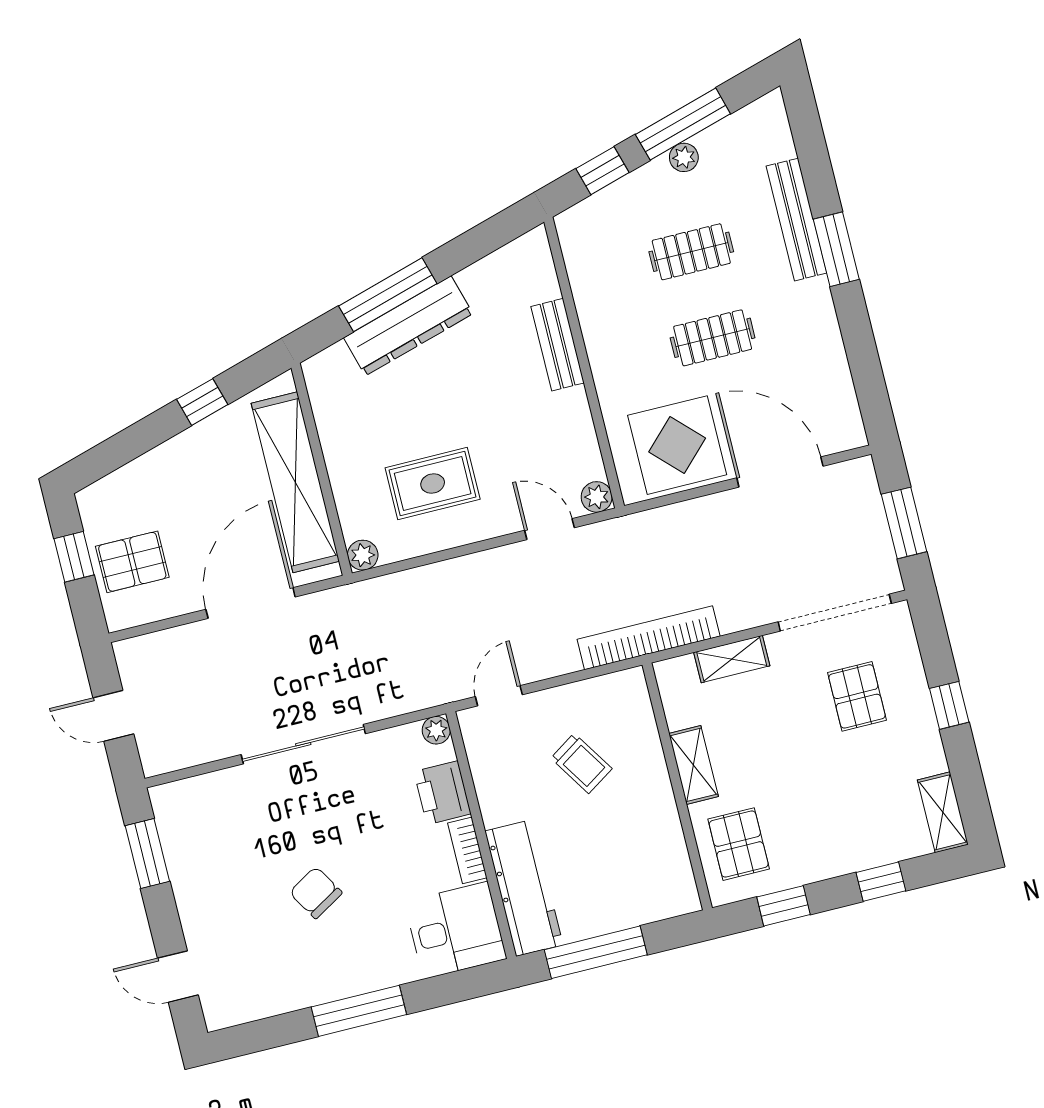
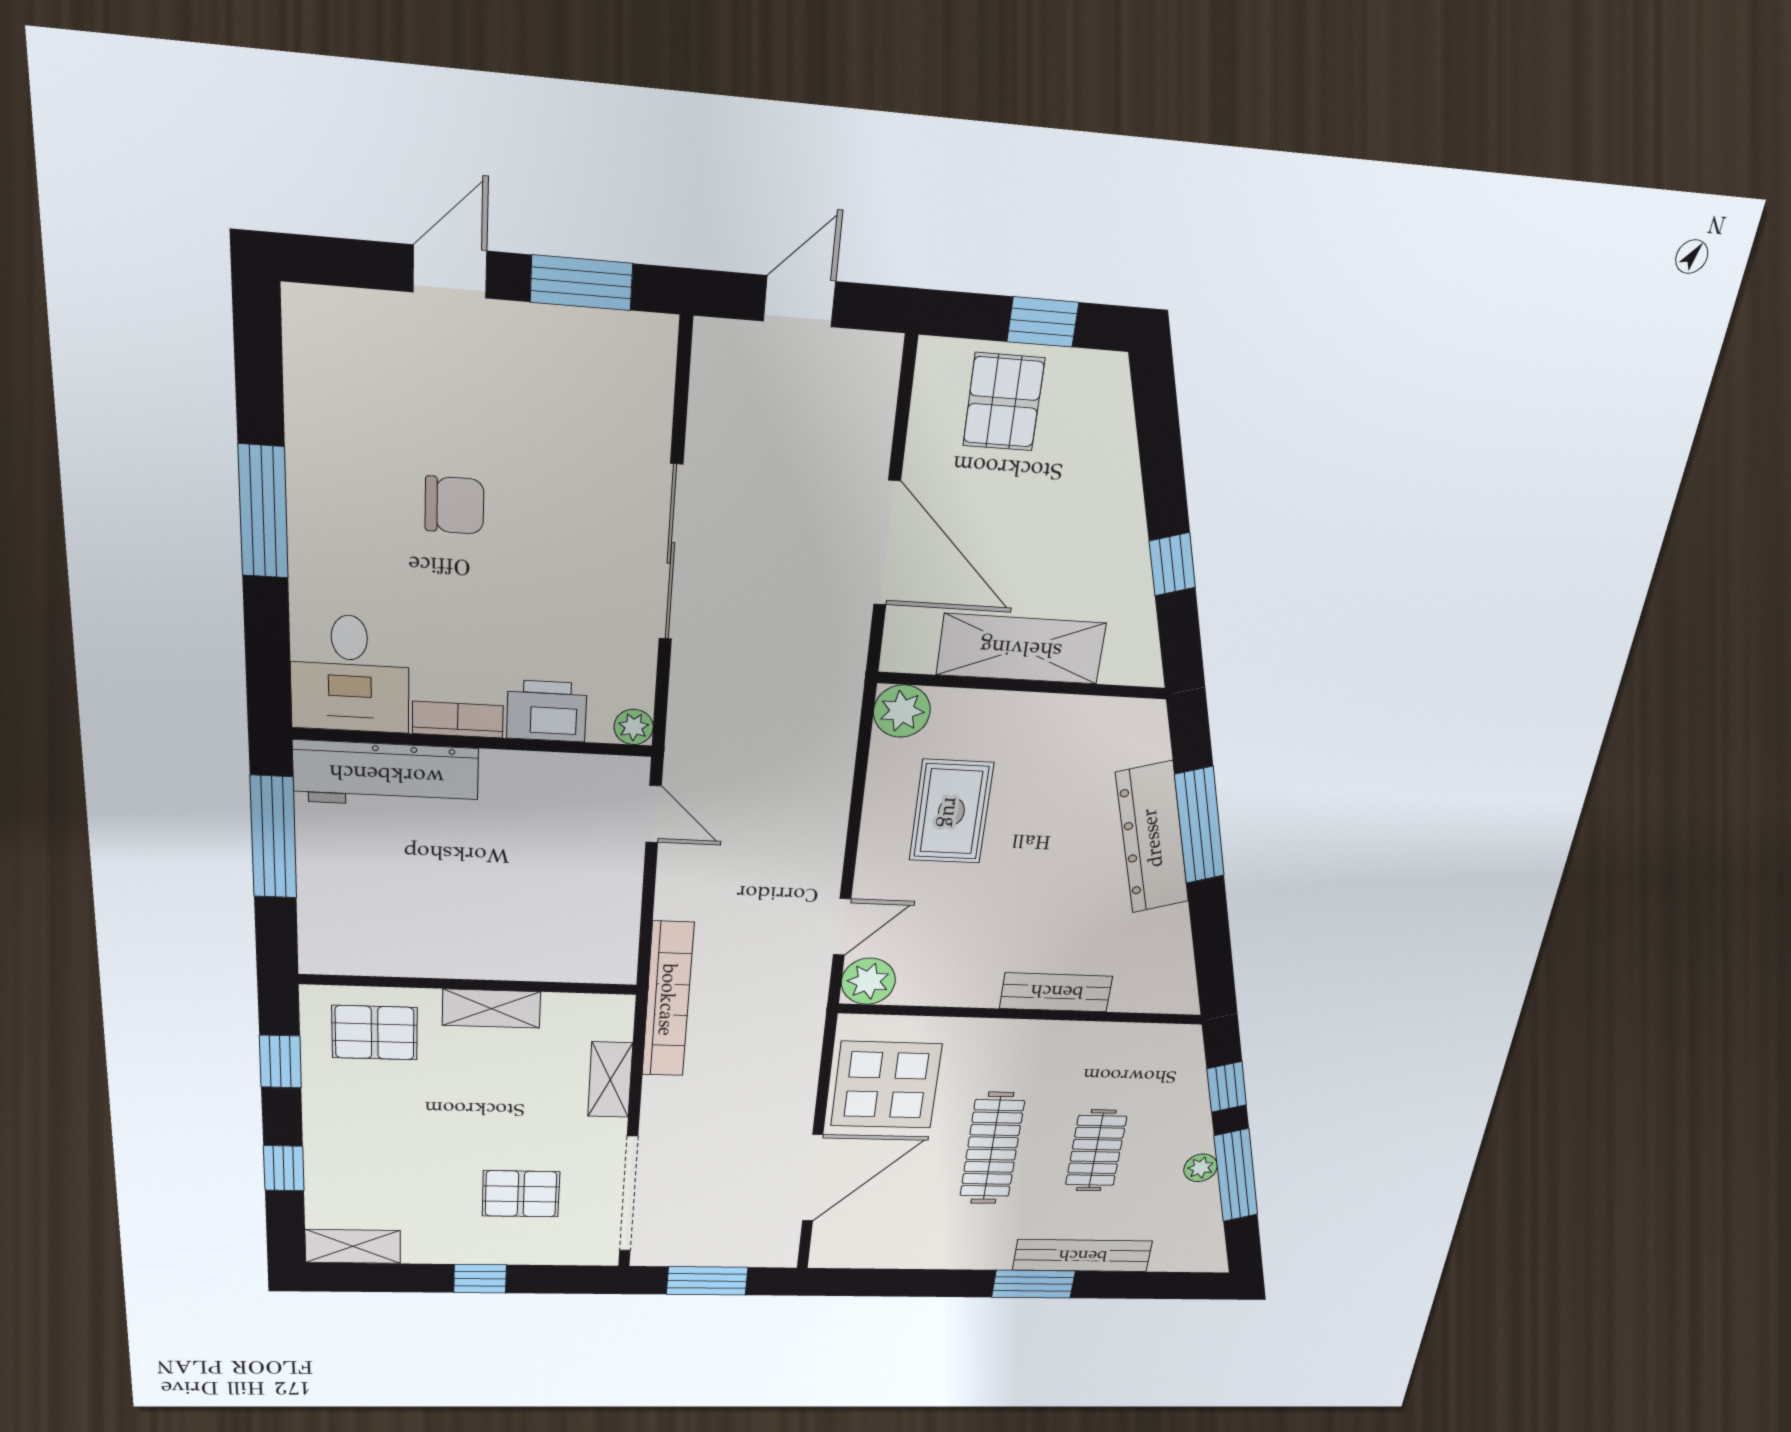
clothes rail: (713, 338) -> (992, 1149), width x1.36
shelving: (295, 482) -> (1021, 649), width x0.68
plant: (597, 497) -> (868, 981), width x1.38, depth x1.38
plant: (363, 555) -> (902, 711), width x1.38, depth x1.38
trolley: (581, 763) -> (534, 886), removed
chair: (316, 893) -> (454, 505), turned 31
door: (178, 977) -> (450, 272), moved

